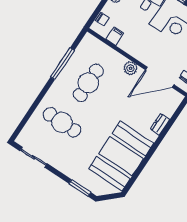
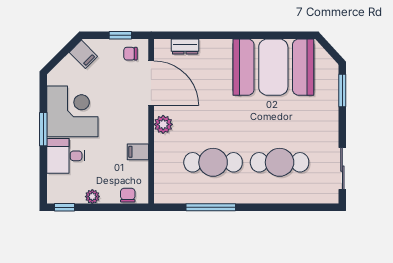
filing cabinet: (115, 36) -> (138, 152), moved
cafe table: (62, 122) -> (280, 162), turned 90
dresser: (160, 124) -> (185, 46), moved

